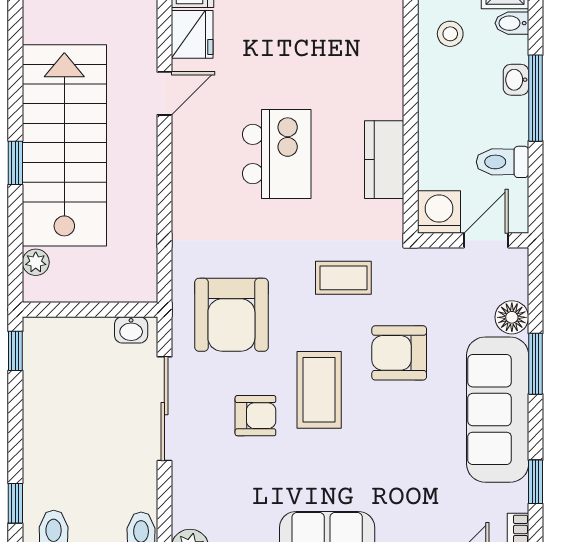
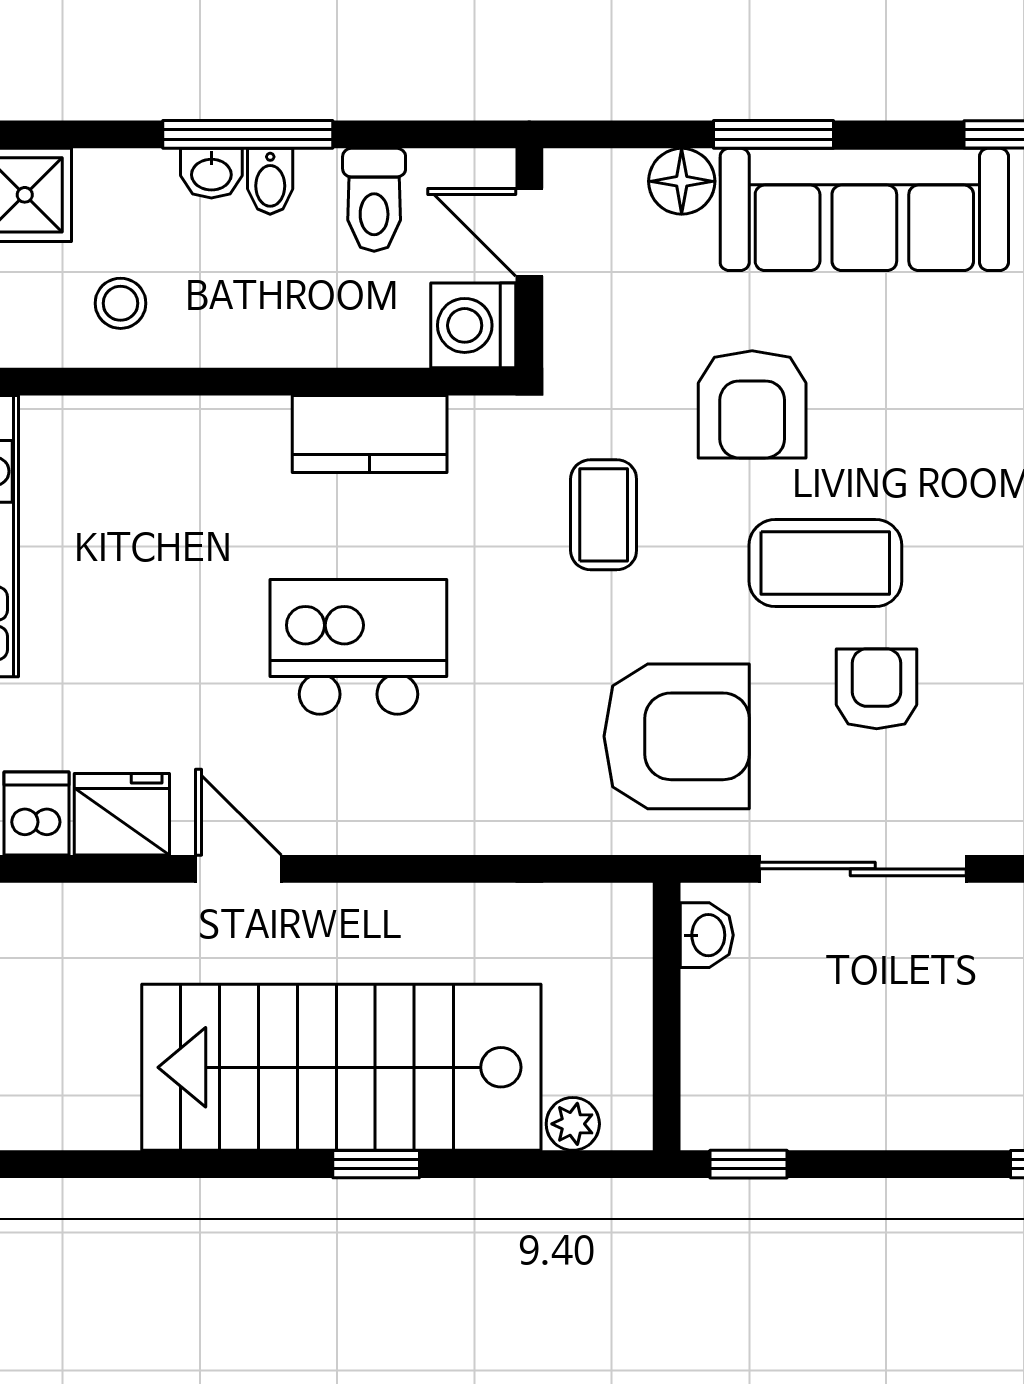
bidet: (512, 23) -> (270, 181), moved

